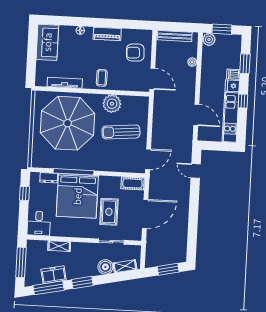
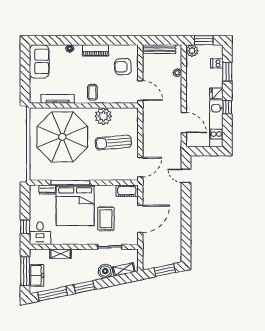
dishwasher: (233, 74) -> (217, 63), moved
window: (25, 193) -> (25, 227), moved
freezer: (54, 275) -> (37, 275), moved, turned 102

